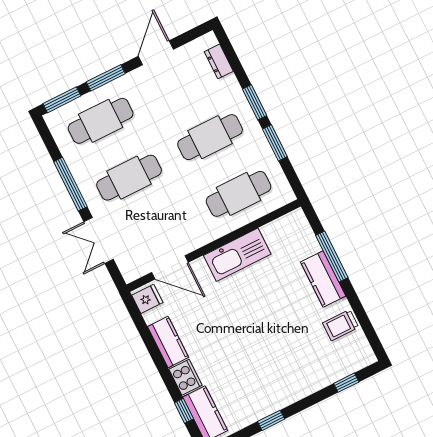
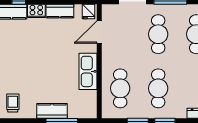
trolley: (341, 325) -> (13, 103), moved

